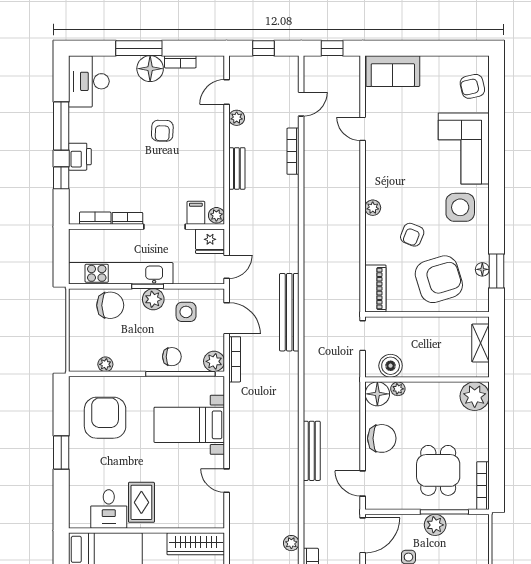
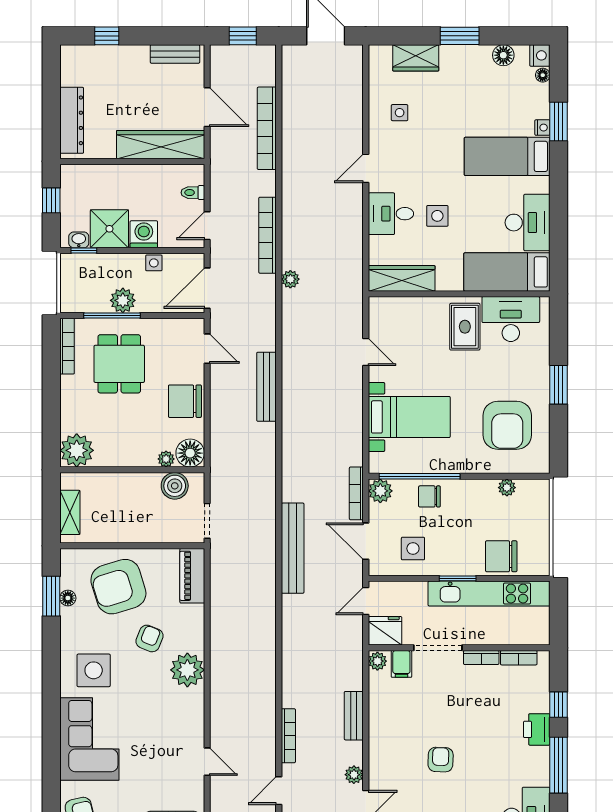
plant: (373, 208) -> (187, 670), width x1.88, depth x1.88
plant: (153, 299) -> (451, 563), removed
desk: (109, 509) -> (511, 319), width x1.37

